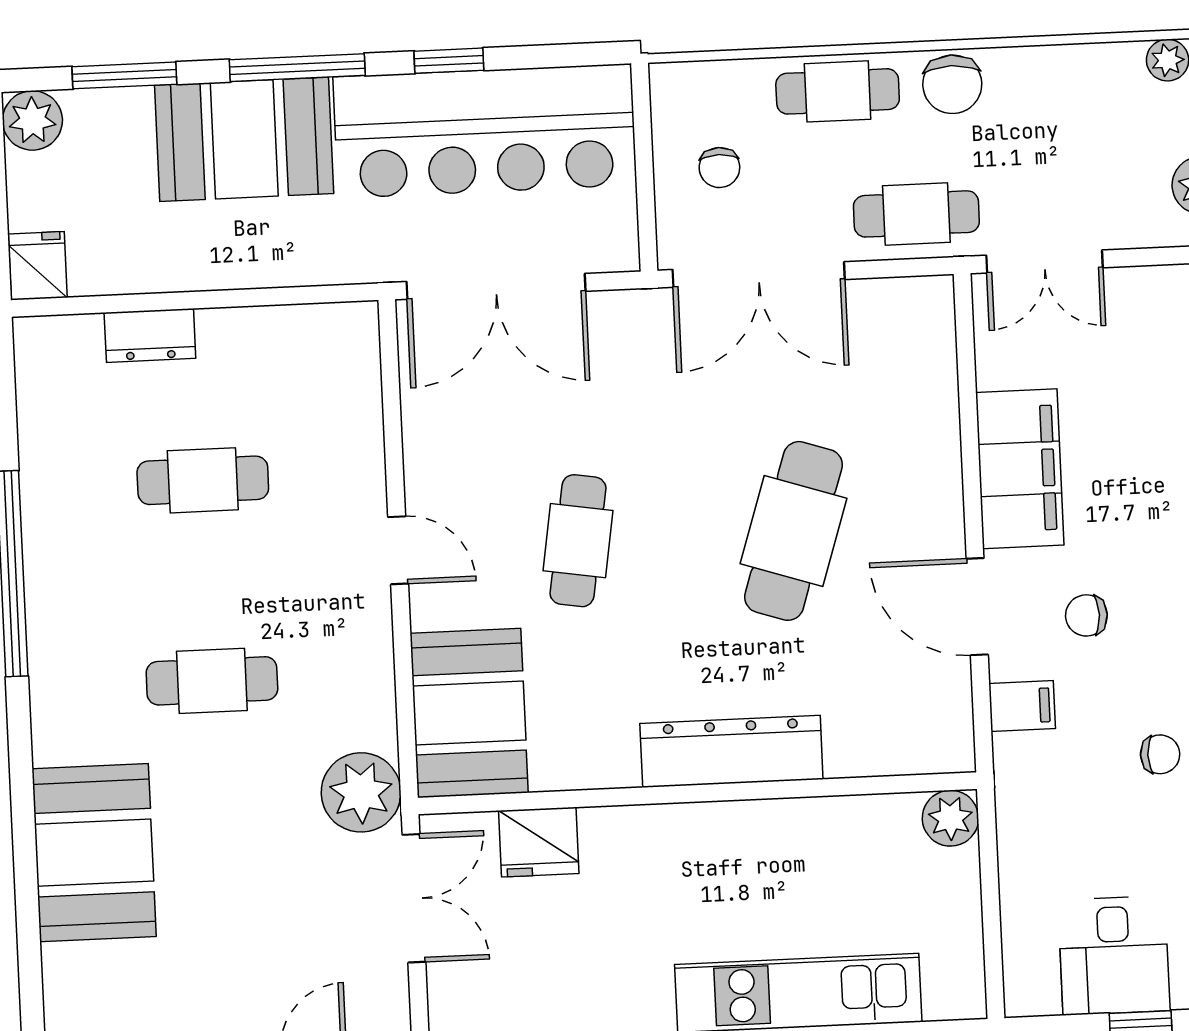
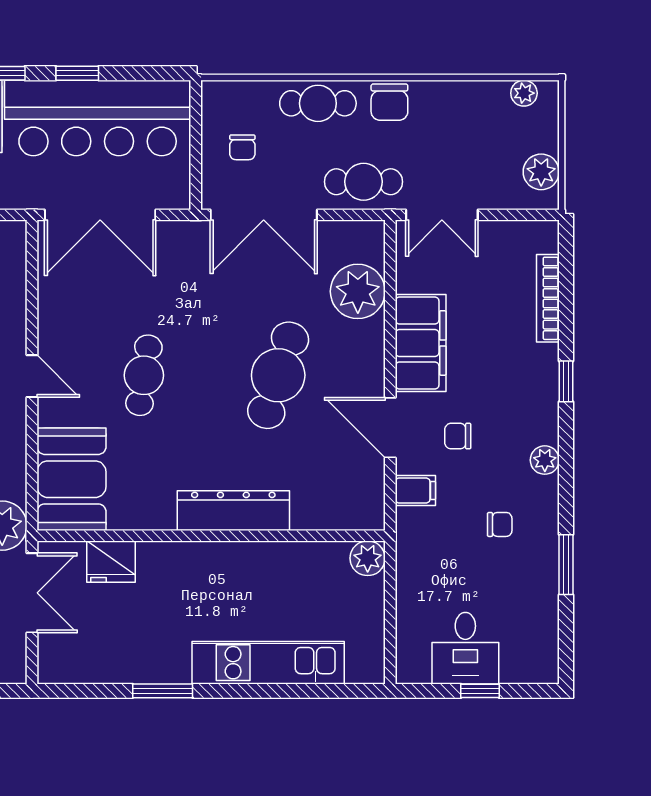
plant: (915, 390) -> (358, 291), added

